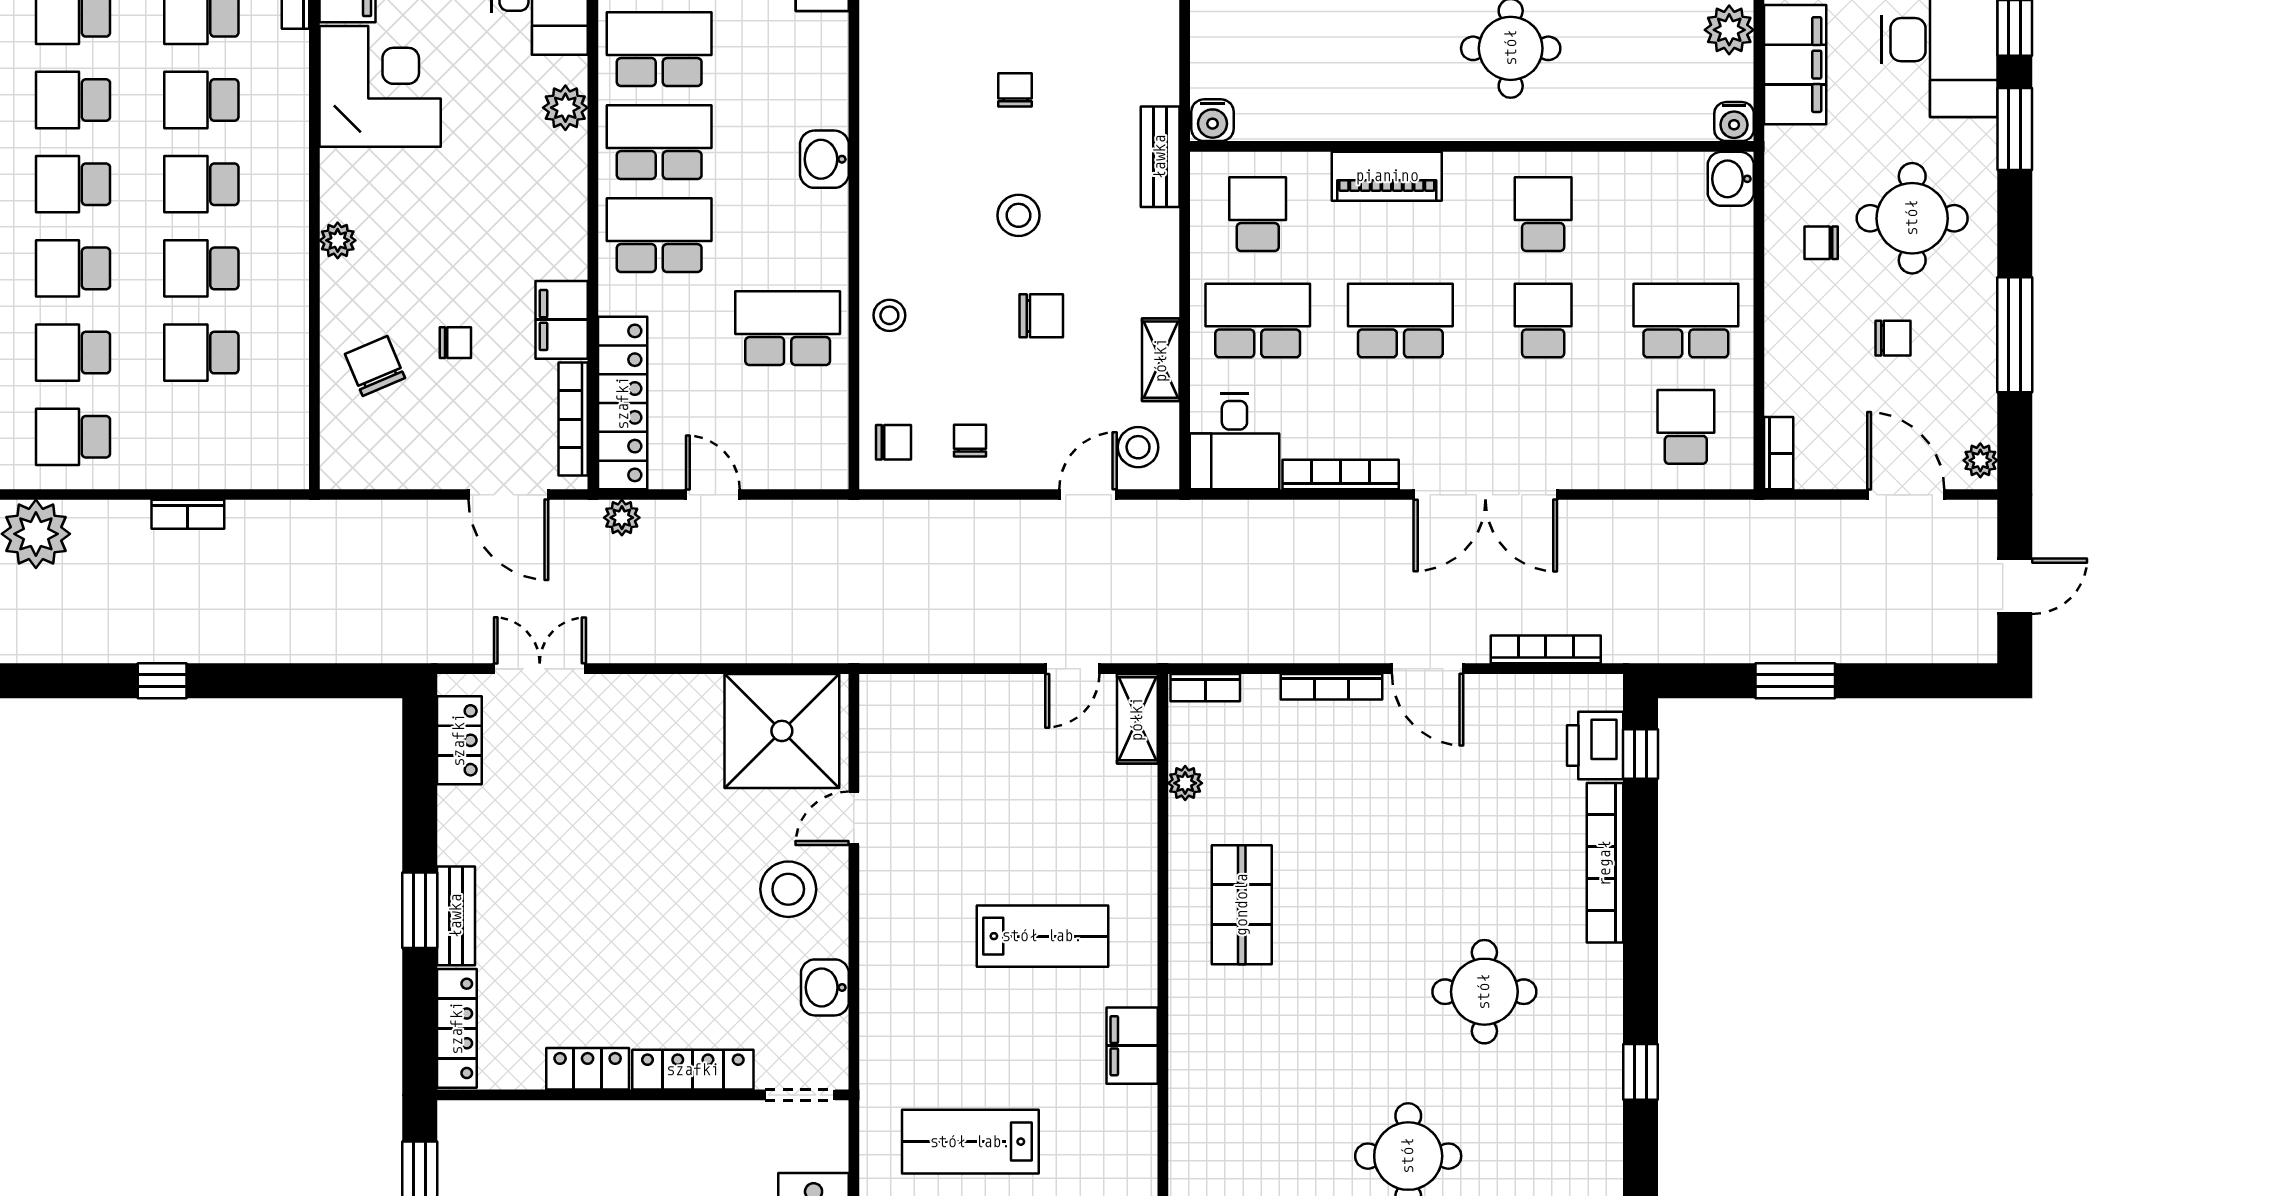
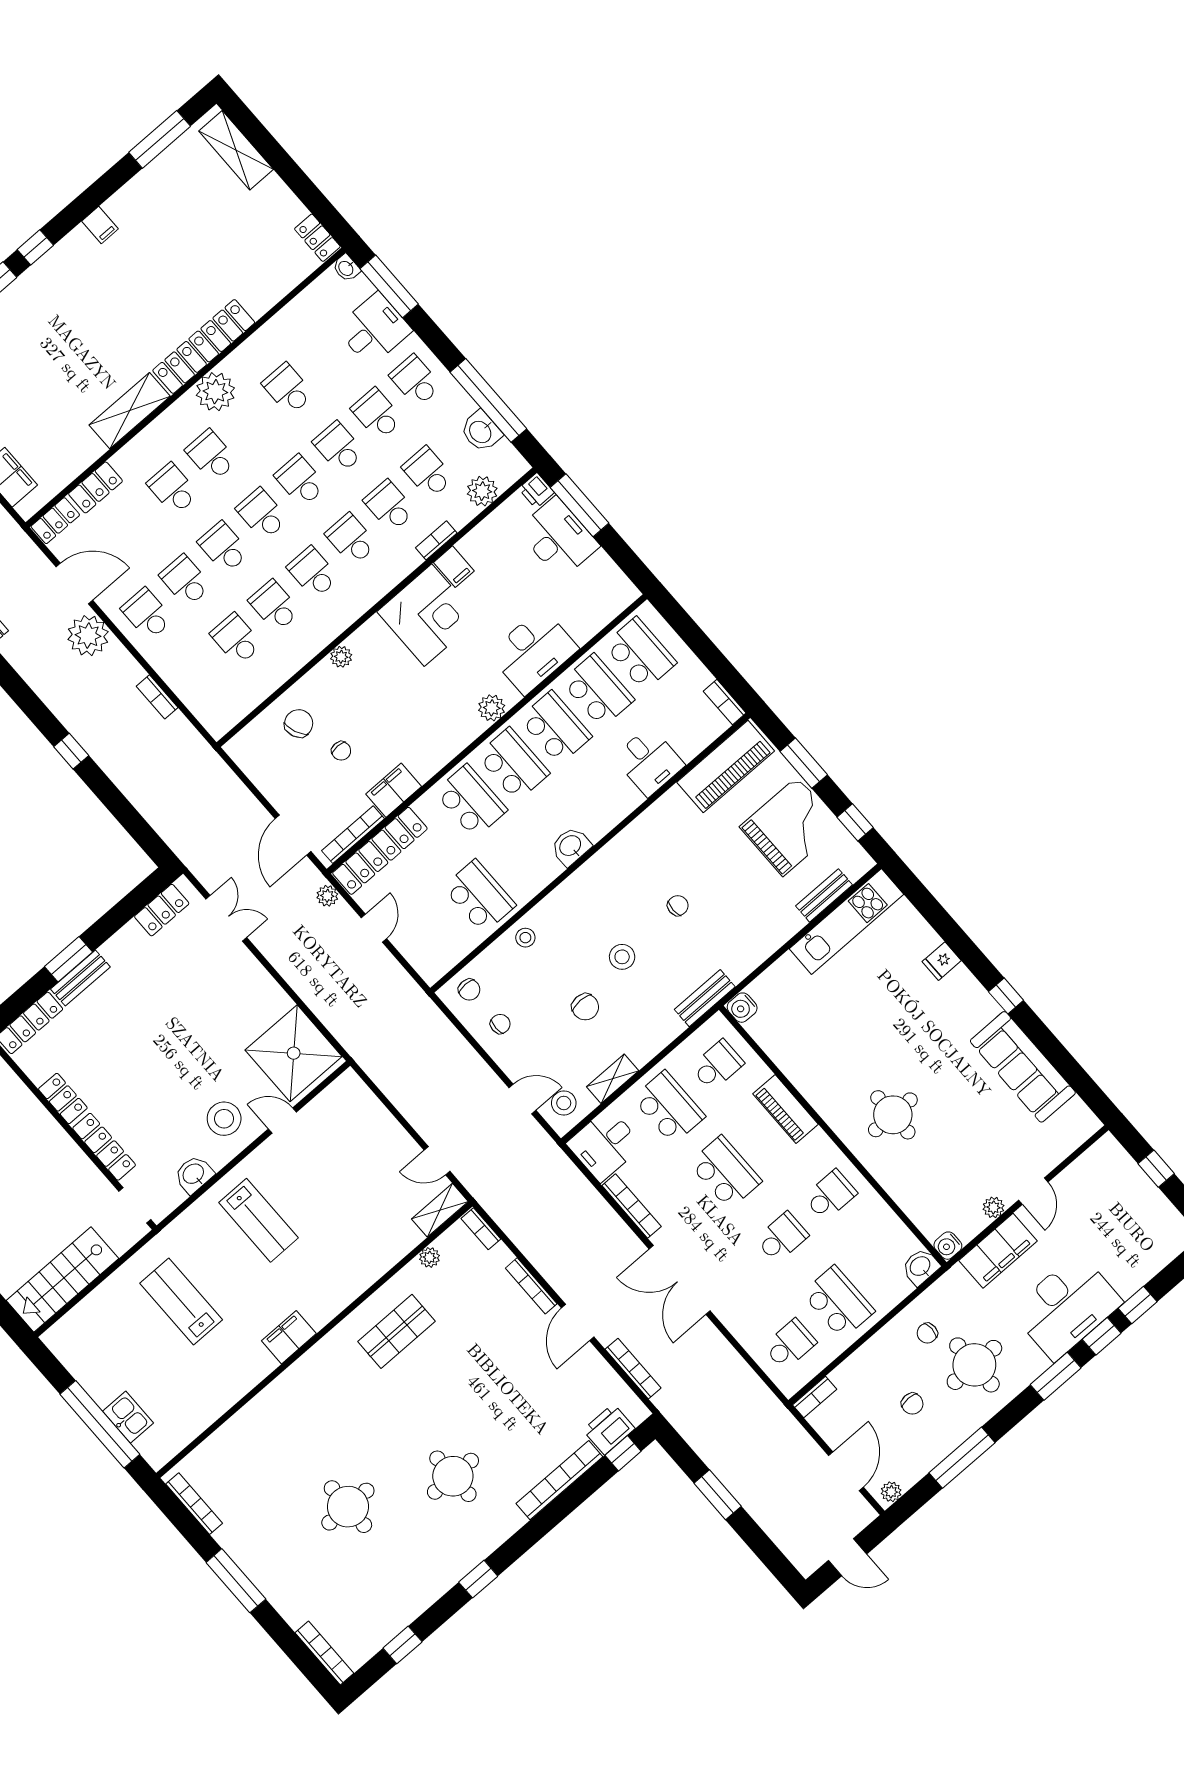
plant: (1729, 30) -> (993, 1207), width x0.73, depth x0.73
chair: (1821, 243) -> (927, 1333), turned -90
lab bench: (1042, 936) -> (258, 1220), moved

